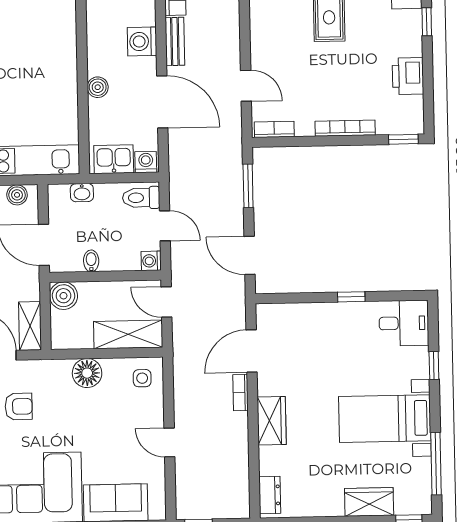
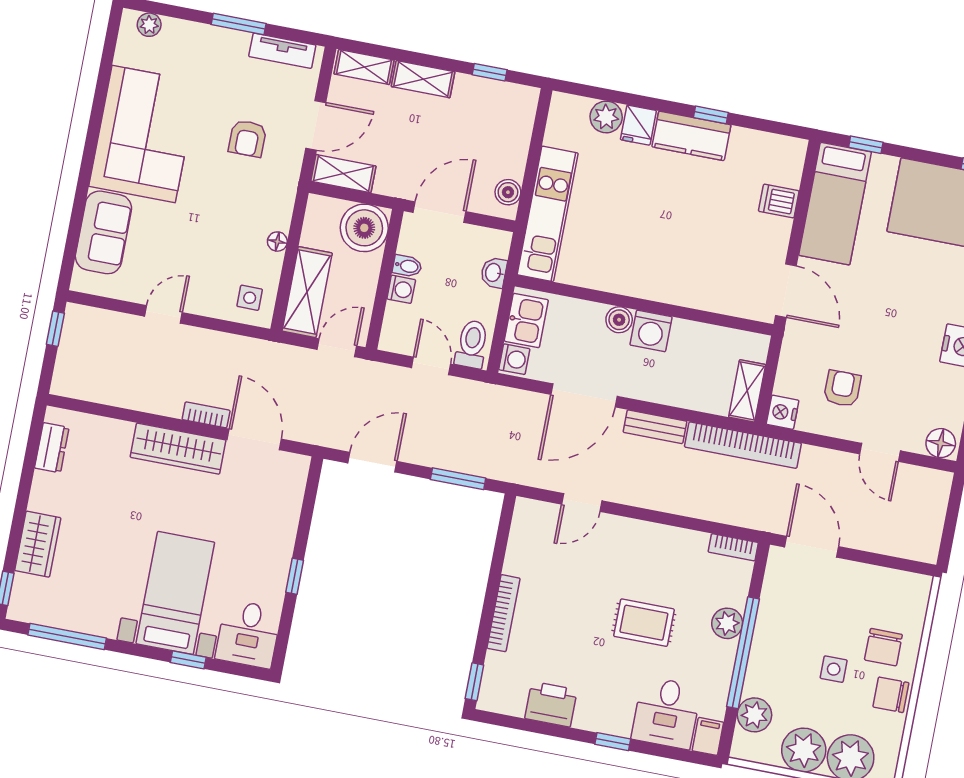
washing machine: (142, 41) -> (651, 331), moved, turned 180
bookcase: (274, 129) -> (521, 526), removed
door: (165, 226) -> (431, 366), swing flipped
washing machine: (151, 261) -> (401, 289), moved, turned 90
boiler: (63, 296) -> (364, 228), width x1.37, depth x1.37
floor lamp: (87, 373) -> (277, 242), width x0.53, depth x0.53
bed with nightstands: (385, 419) -> (175, 593), moved
wardrobe: (272, 421) -> (178, 449), width x1.50
dresser: (270, 495) -> (52, 448), moved, turned -90

